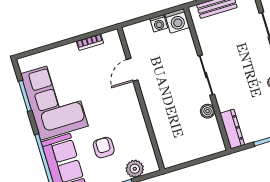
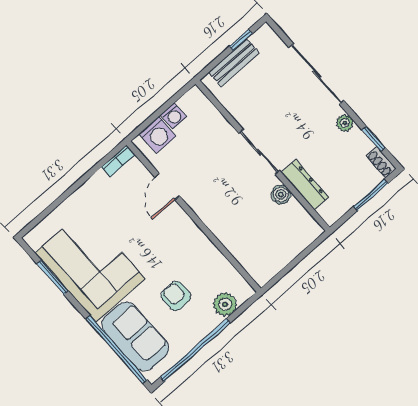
washing machine: (177, 21) -> (158, 135), moved
bookcase: (90, 42) -> (118, 161), moved
dresser: (232, 129) -> (305, 185), moved

